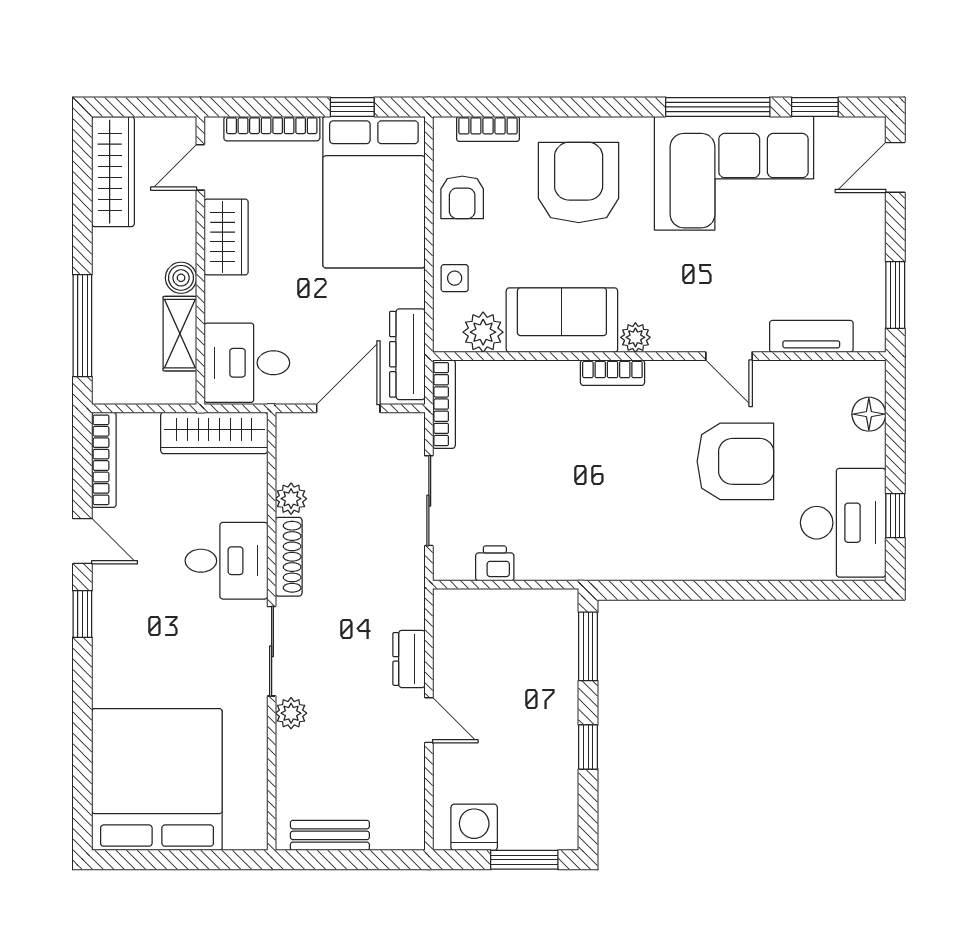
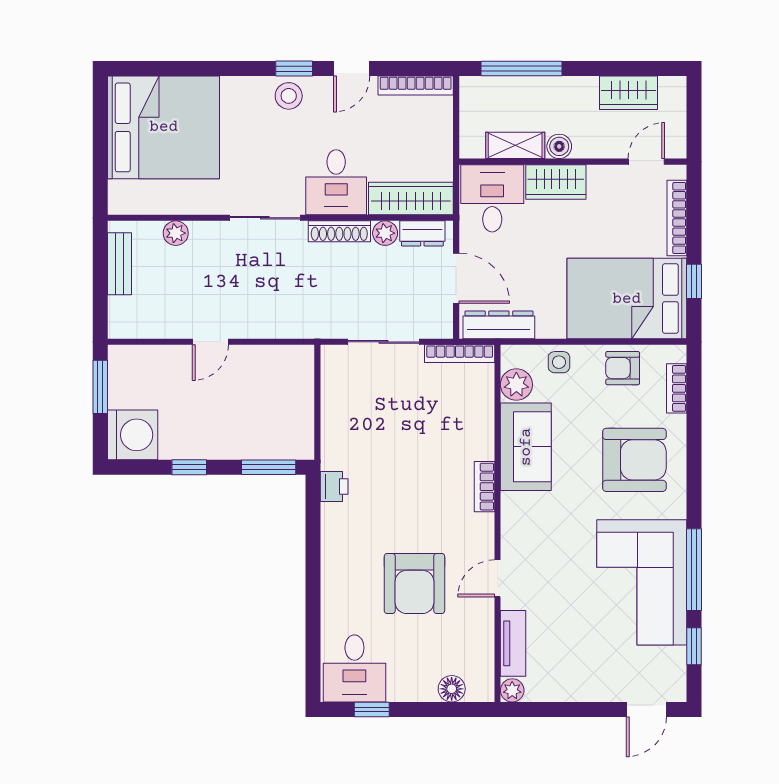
door: (200, 167) -> (646, 162), hinge flipped
door: (895, 167) -> (646, 710), swing flipped
wardrobe: (113, 172) -> (628, 93), width x0.67
wardrobe: (226, 237) -> (556, 182), moved
window: (895, 295) -> (546, 710), removed
plant: (635, 337) -> (512, 690), moved
wardrobe: (214, 433) -> (411, 198), moved, turned 90
desk: (843, 523) -> (354, 668), width x0.73
printer: (495, 563) -> (334, 486), moved
stool: (117, 621) -> (289, 96), added
dresser: (409, 659) -> (422, 233), moved, turned 180
plant: (291, 713) -> (176, 233), moved
washing machine: (474, 827) -> (133, 435), moved, width x1.37, depth x1.37
window: (524, 860) -> (100, 387), moved

